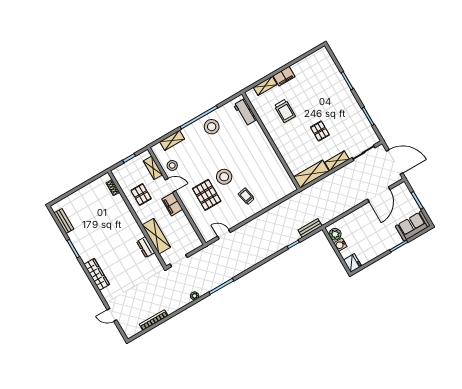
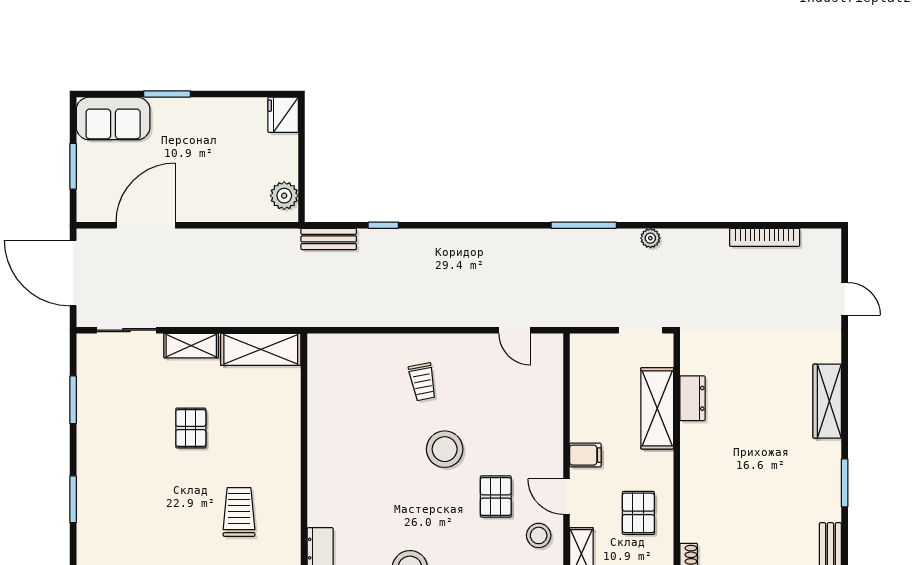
pallet: (207, 195) -> (496, 496), moved, width x0.67, depth x0.71
filing cabinet: (172, 204) -> (585, 455), width x0.50
water cooler: (340, 245) -> (286, 167), removed

